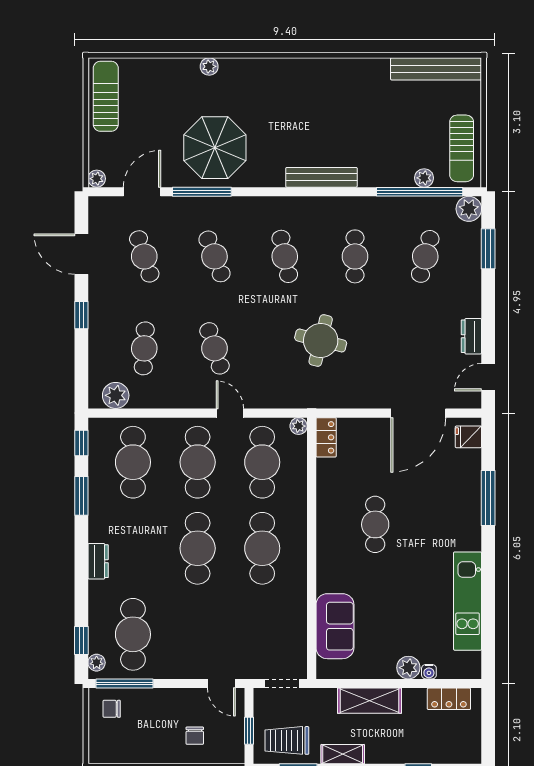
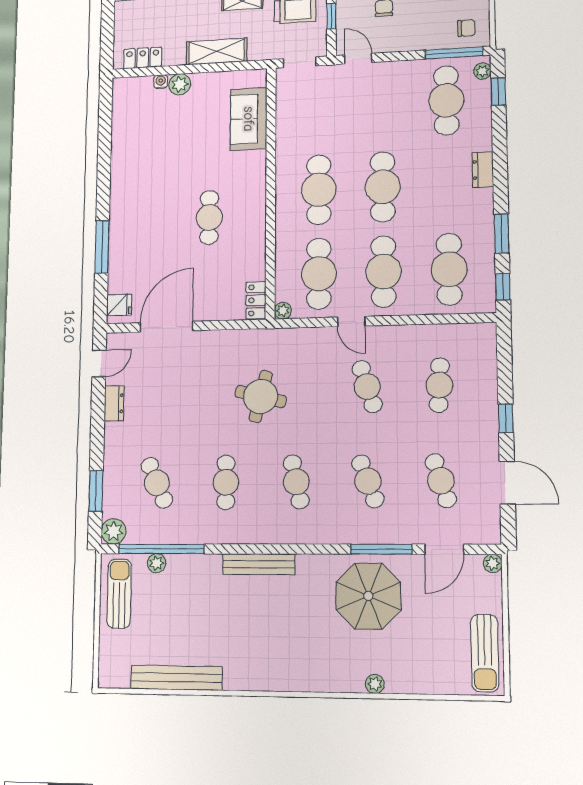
bench: (436, 69) -> (176, 678), moved
cafe table: (425, 256) -> (157, 483), turned -39
plant: (116, 395) -> (468, 336), removed
kitchen unit: (468, 601) -> (123, 149), removed

